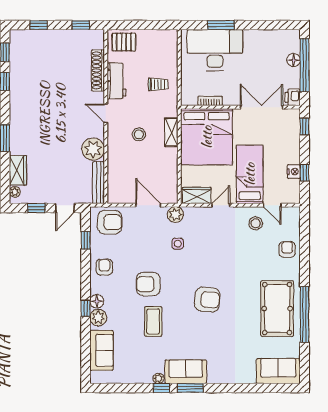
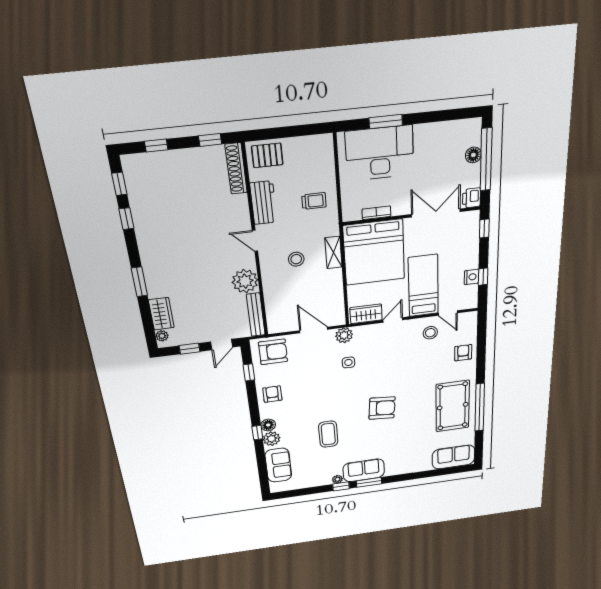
shoe rack: (98, 70) -> (236, 169), moved
armchair: (148, 284) -> (320, 403), removed

